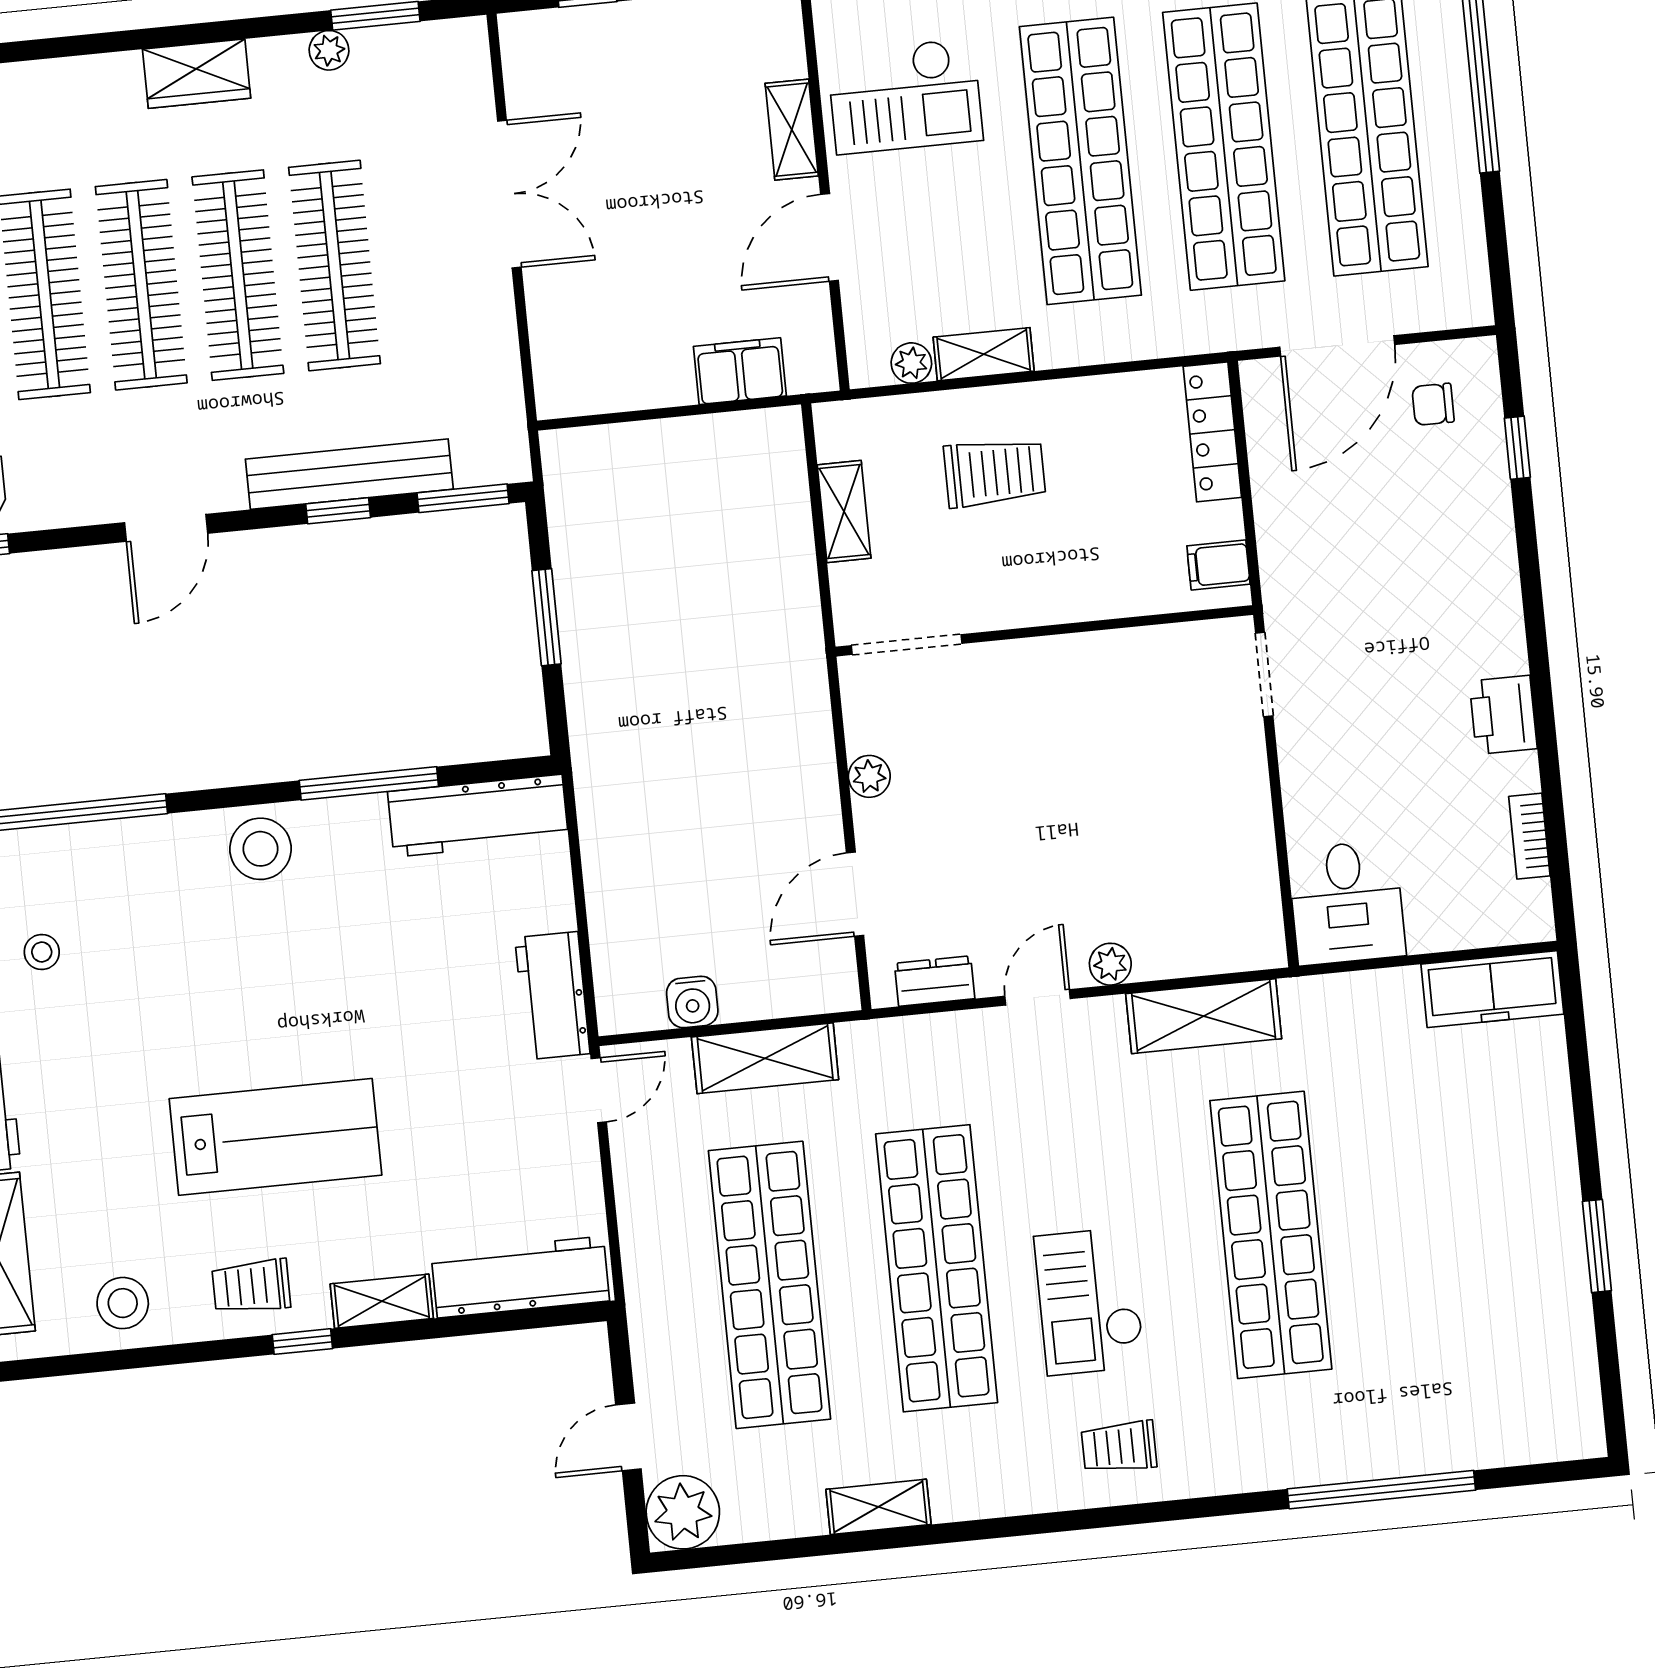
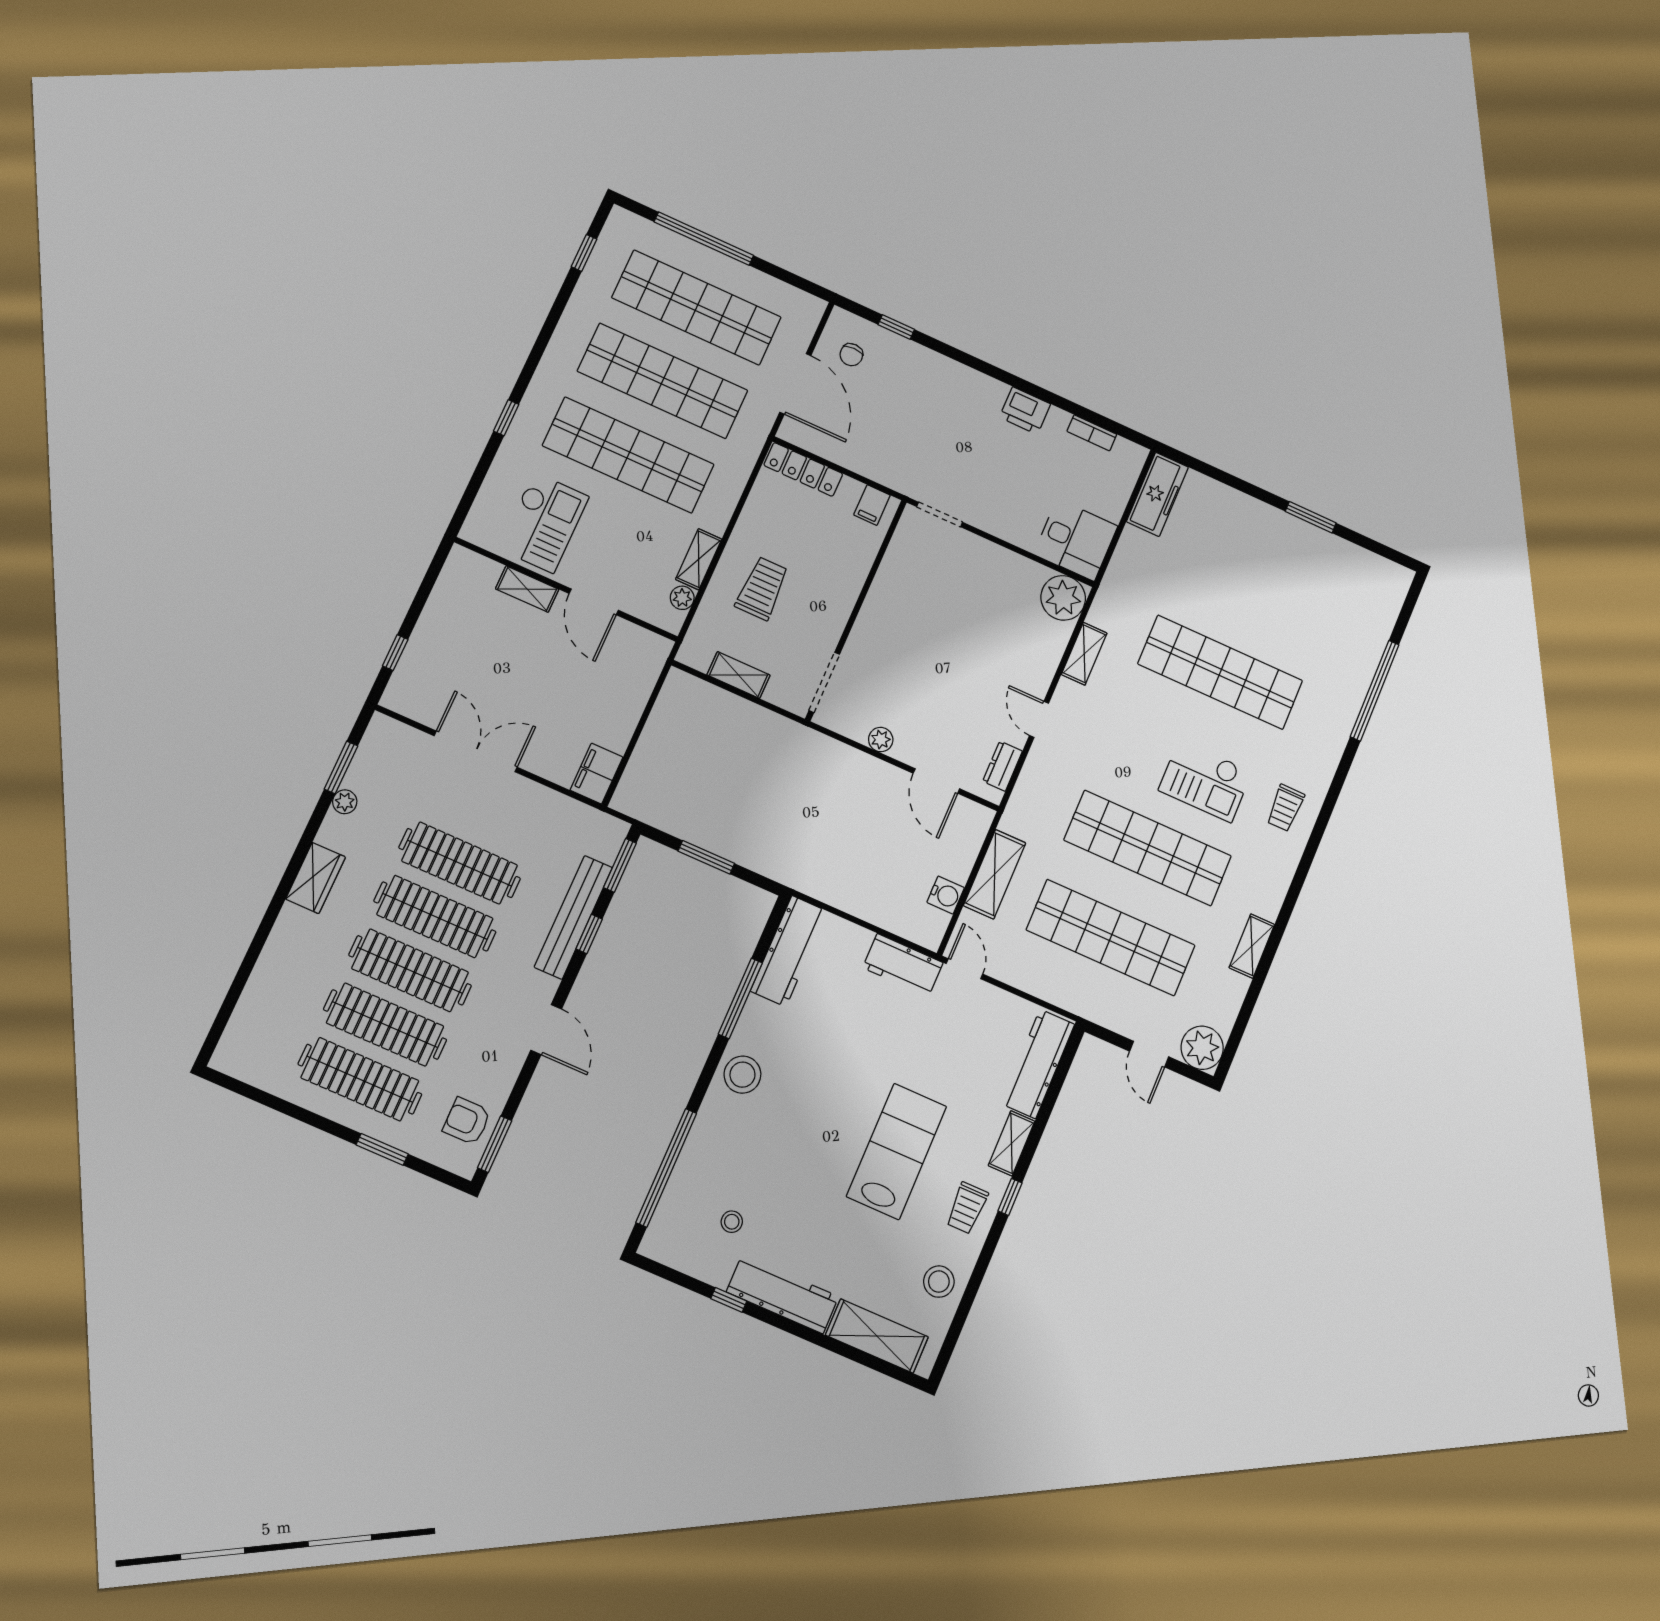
filing cabinet: (740, 371) -> (597, 774), moved
plant: (1110, 964) -> (1063, 598), moved, width x1.88, depth x1.88
shelving: (1204, 1016) -> (1084, 654), width x0.67, depth x0.75

